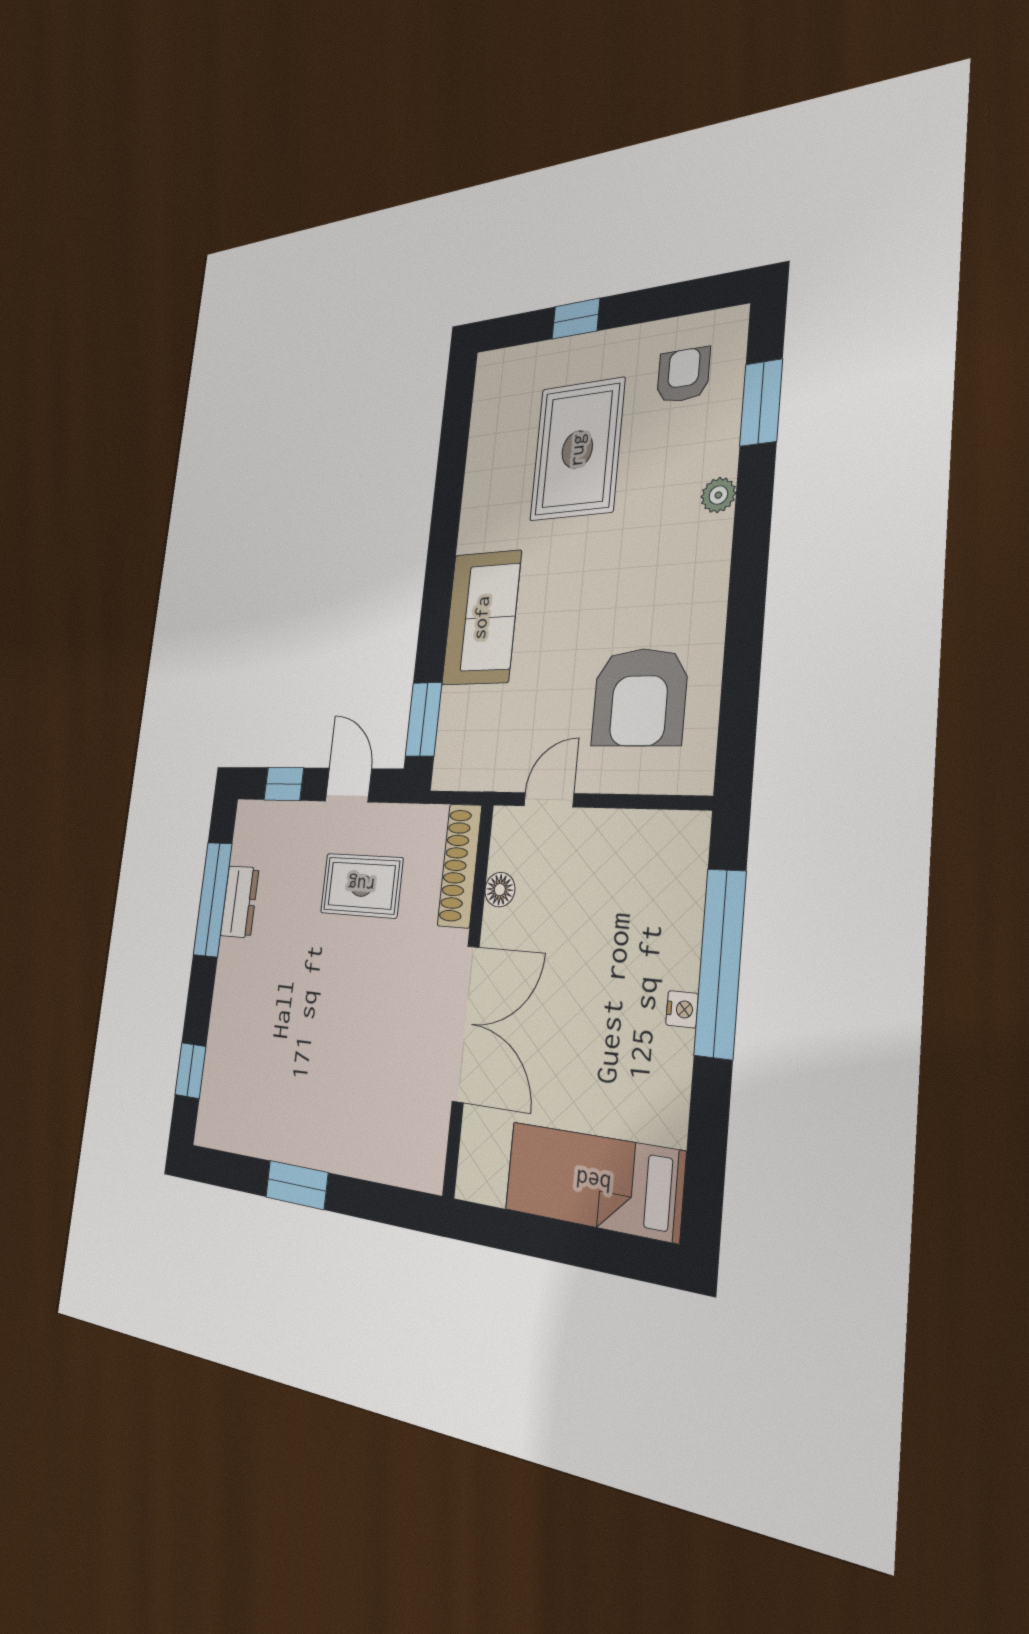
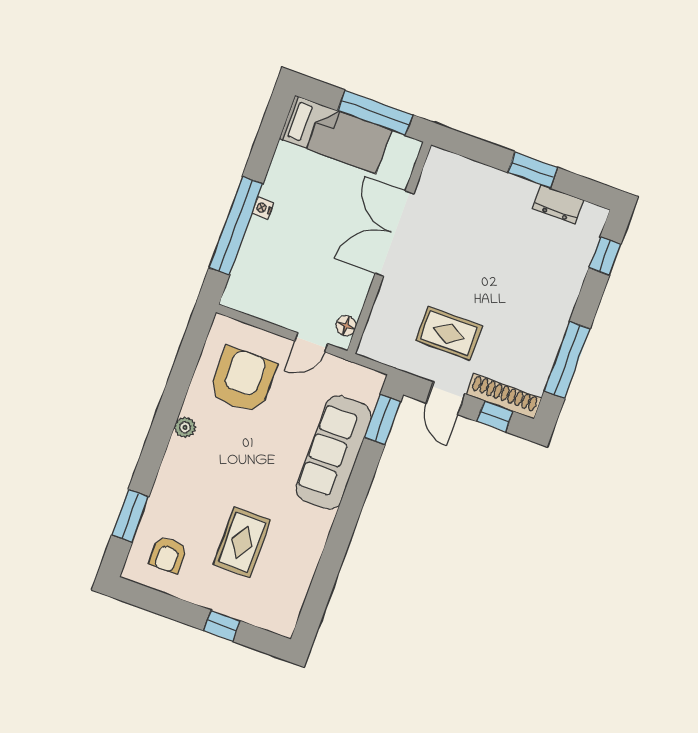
rug: (577, 450) -> (242, 542), width x0.73, depth x0.70
plant: (718, 495) -> (185, 427), moved
sofa: (481, 618) -> (334, 453), width x1.36
shoe rack: (460, 866) -> (504, 396), moved, turned -90
floor lamp: (500, 890) -> (346, 326), moved
dresser: (240, 902) -> (558, 204), moved, turned -90
window: (538, 1237) -> (375, 113), added

